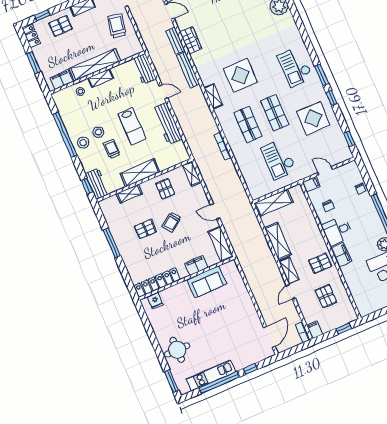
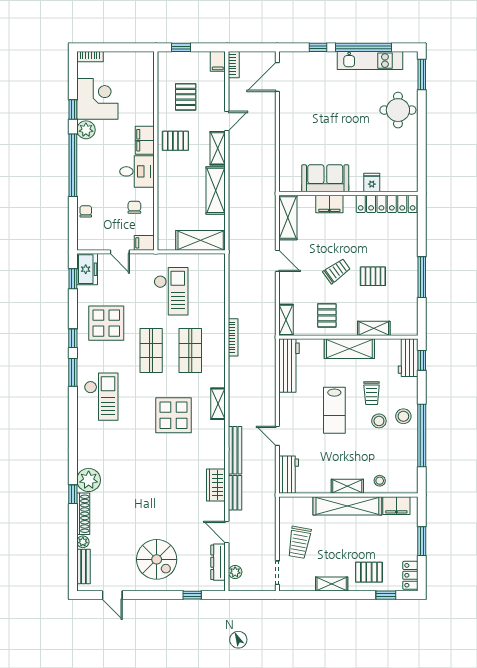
workbench: (168, 124) -> (289, 366), moved
lab bench: (132, 126) -> (334, 410), turned 180
freezer: (342, 149) -> (87, 269), added
fridge: (155, 301) -> (372, 183), moved

